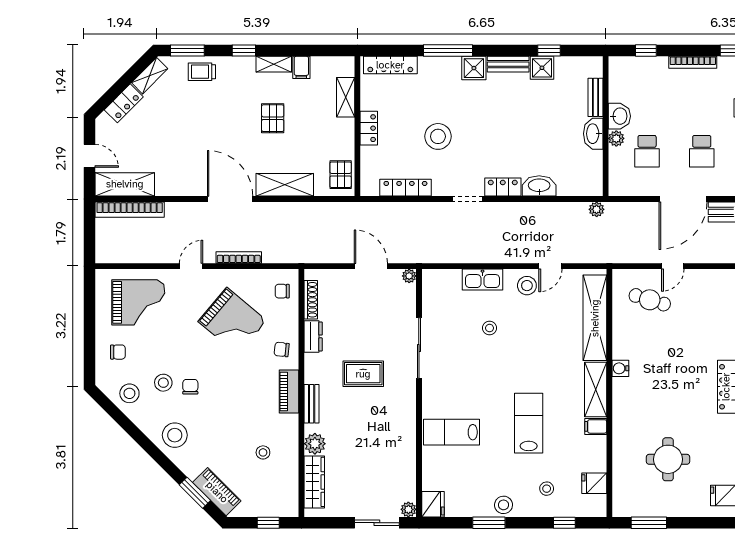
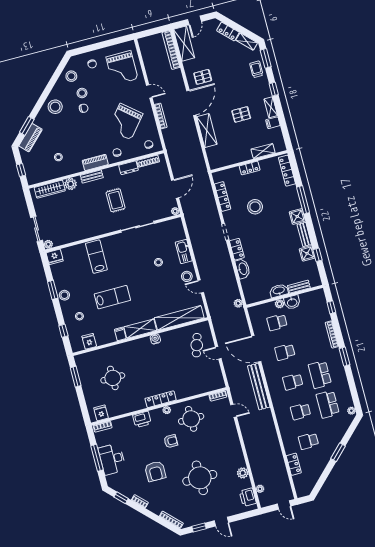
pallet: (341, 175) -> (203, 77), moved

